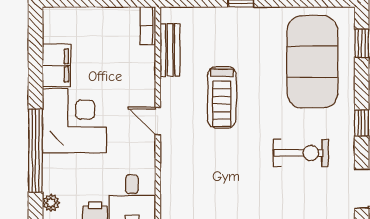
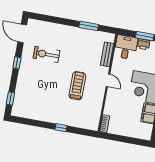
bench: (170, 50) -> (107, 54), moved
exercise mat: (312, 62) -> (34, 94), removed

